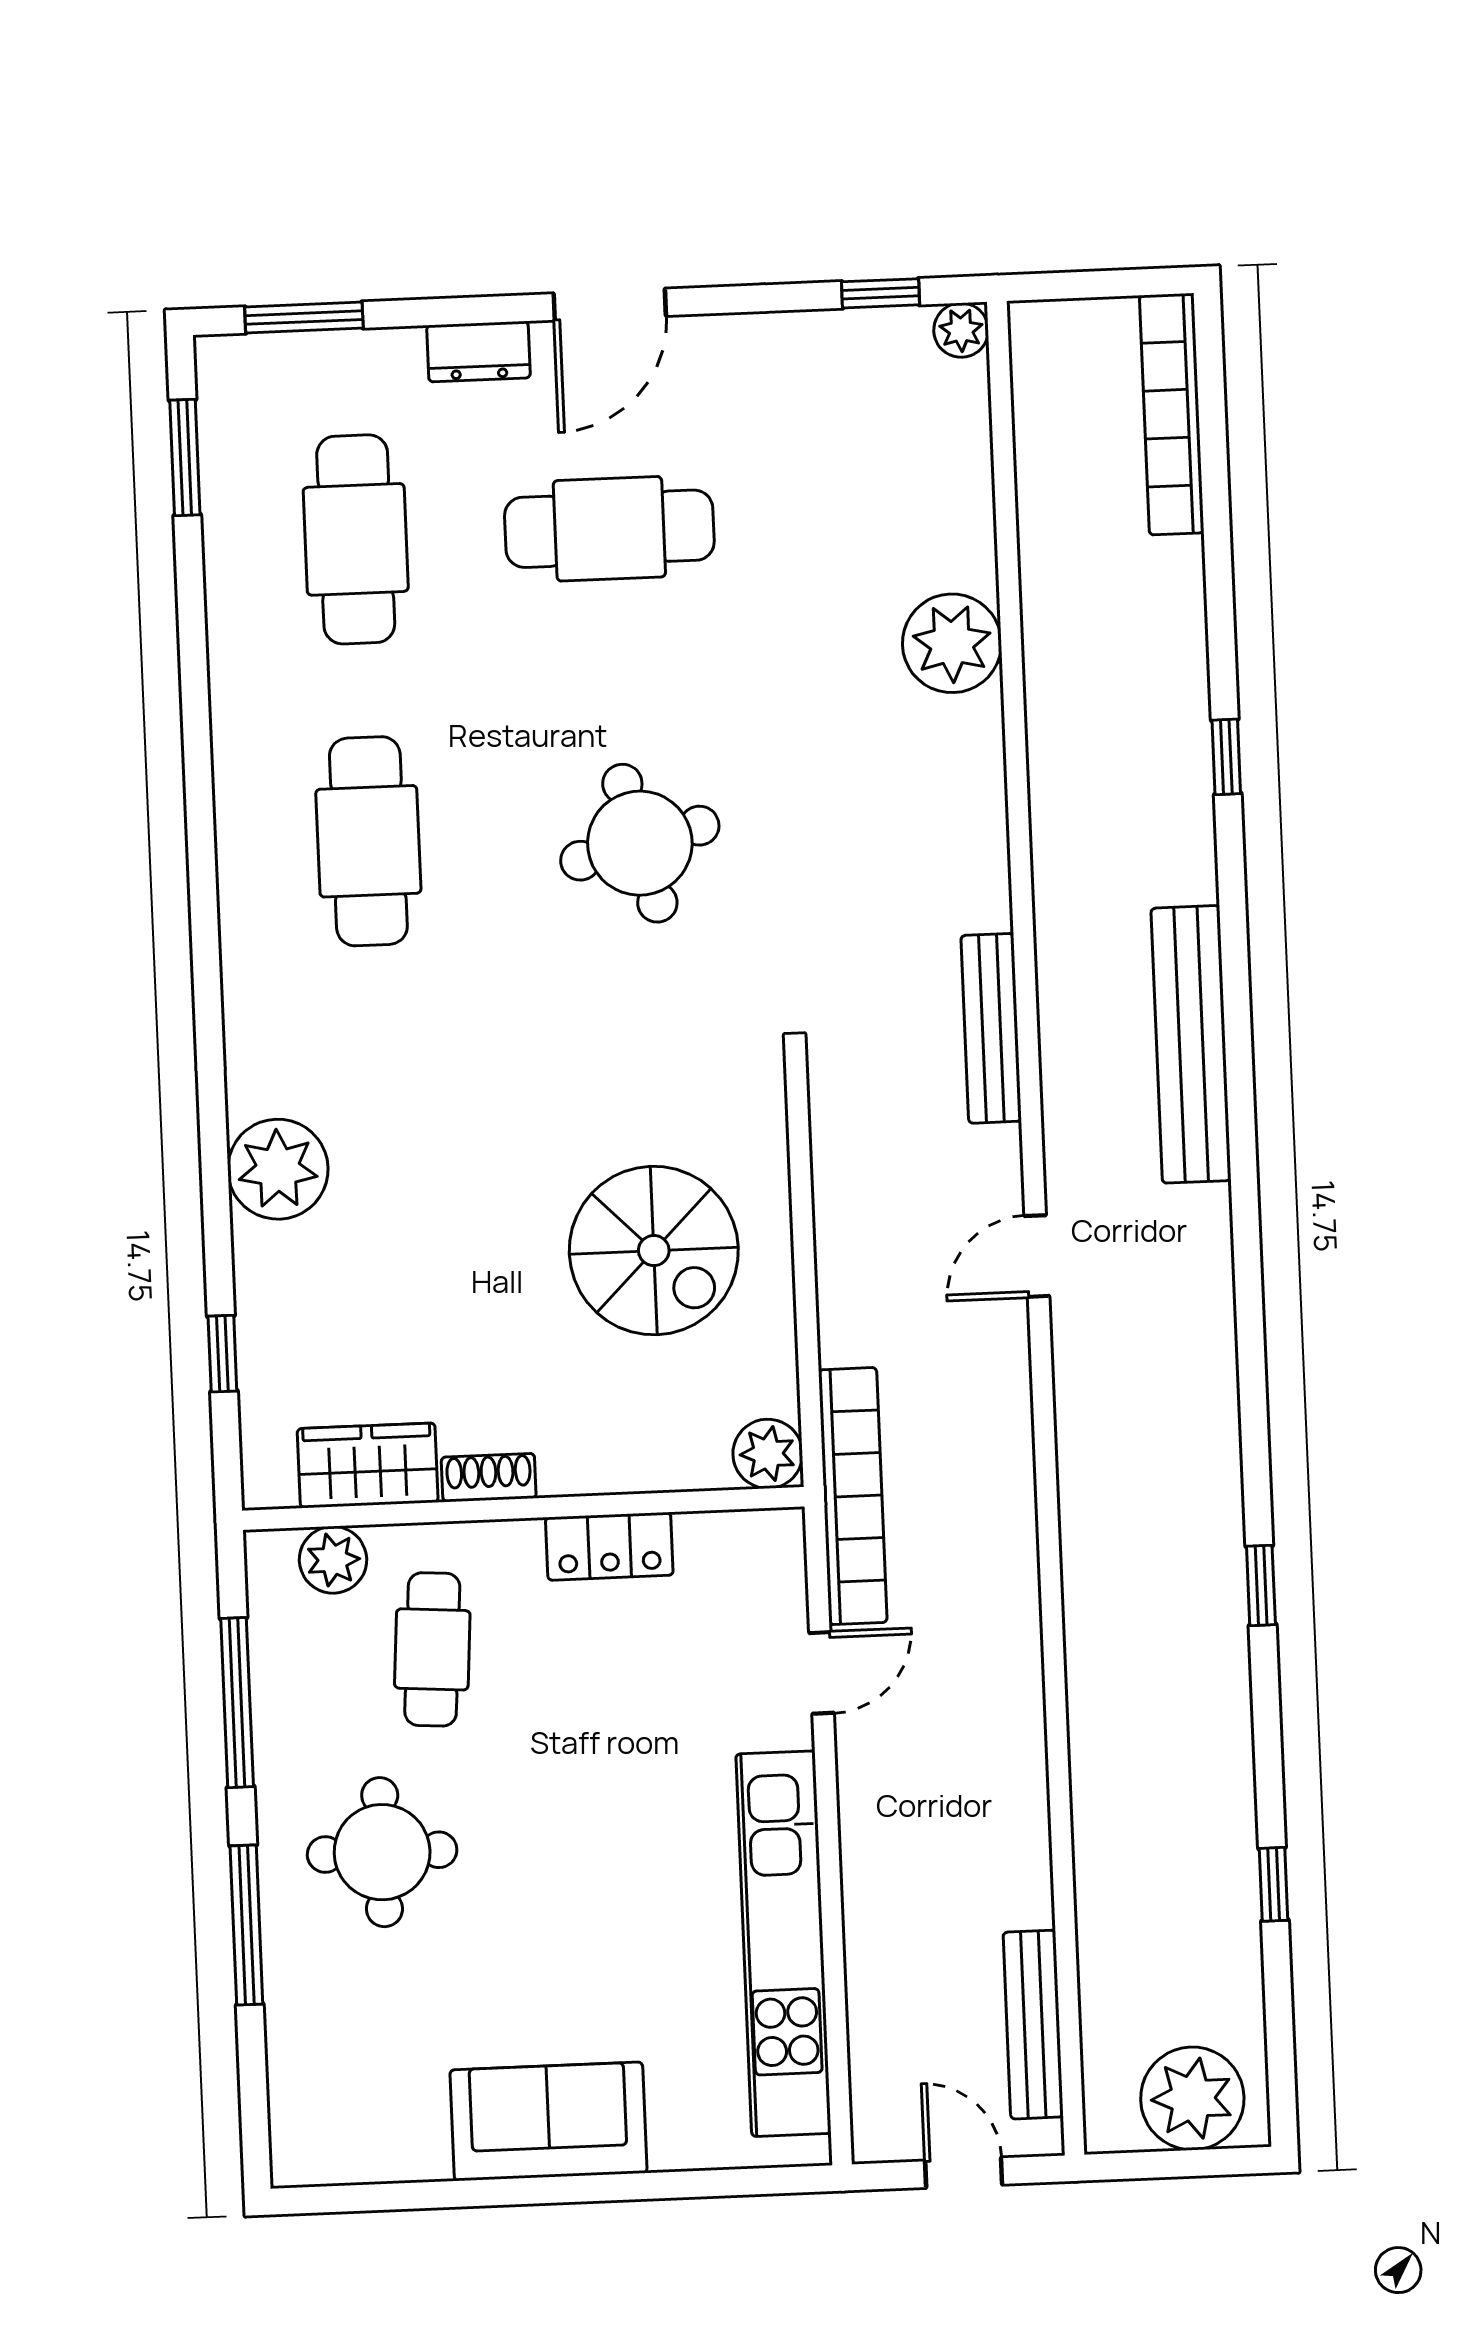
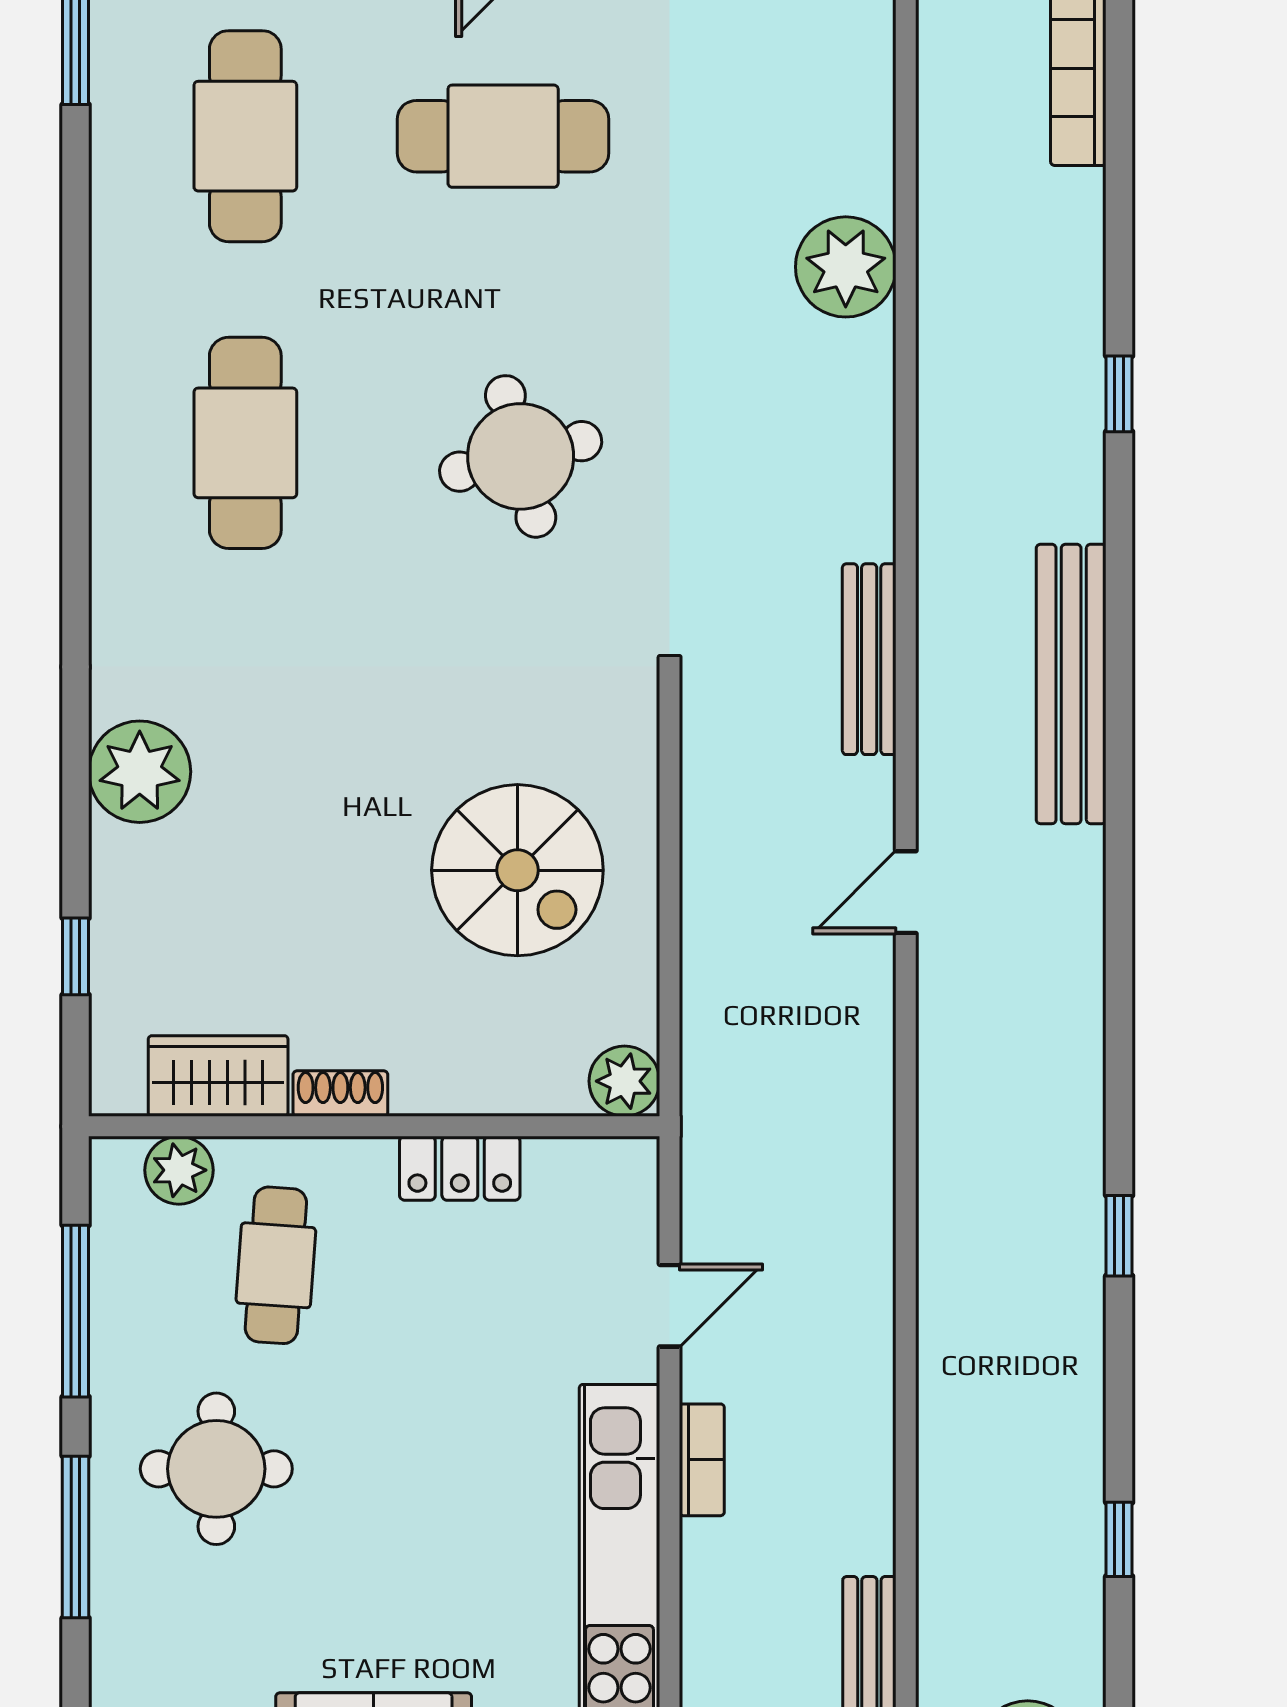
bookcase: (853, 1496) -> (702, 1460), moved, width x0.43, depth x0.76

